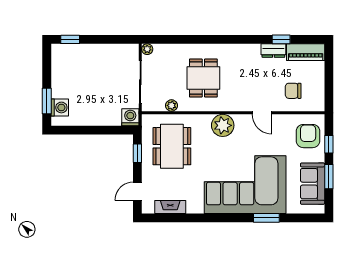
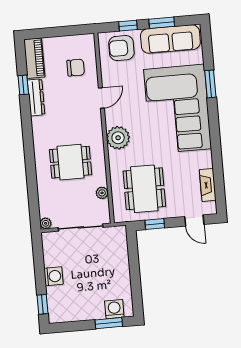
dresser: (273, 51) -> (36, 97), width x1.44
chair: (293, 91) -> (76, 68), turned -90
washing machine: (130, 117) -> (53, 276), moved, turned 180
dining table: (172, 146) -> (144, 189), turned 90
sofa: (313, 184) -> (170, 39), width x1.36

